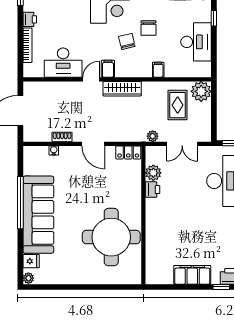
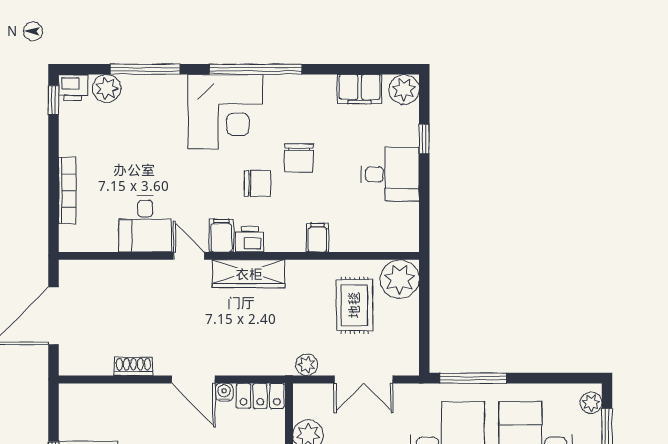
printer: (30, 19) -> (250, 239), moved, turned -90
chair: (127, 41) -> (257, 183), turned 103
desk: (196, 42) -> (390, 174), width x0.73
desk: (63, 63) -> (145, 224), width x0.73
door: (91, 79) -> (189, 256), hinge flipped
water cooler: (54, 150) -> (224, 392), moved

